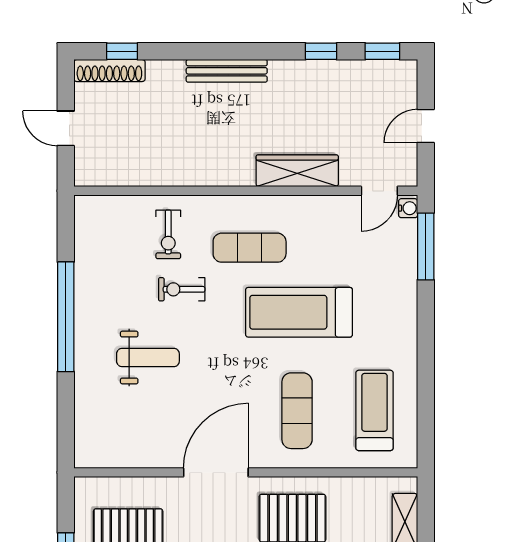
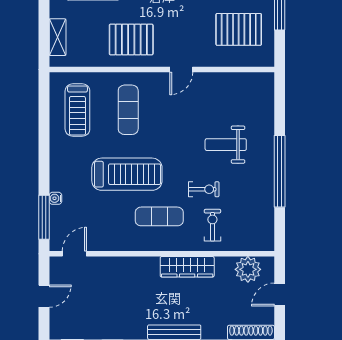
door: (66, 128) -> (280, 295), swing flipped
plant: (114, 167) -> (248, 269), added
wardrobe: (297, 171) -> (187, 267), moved
water cooler: (408, 208) -> (55, 198), moved
door: (216, 472) -> (181, 69), width x0.53

